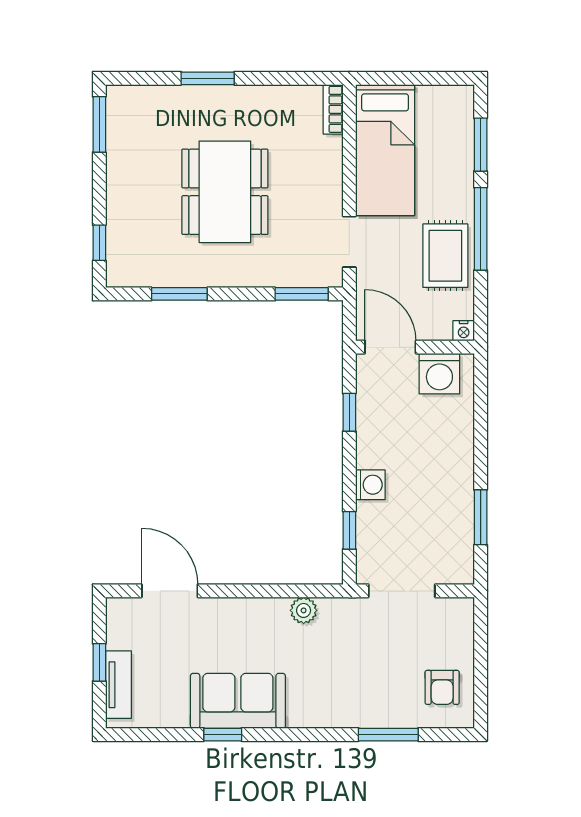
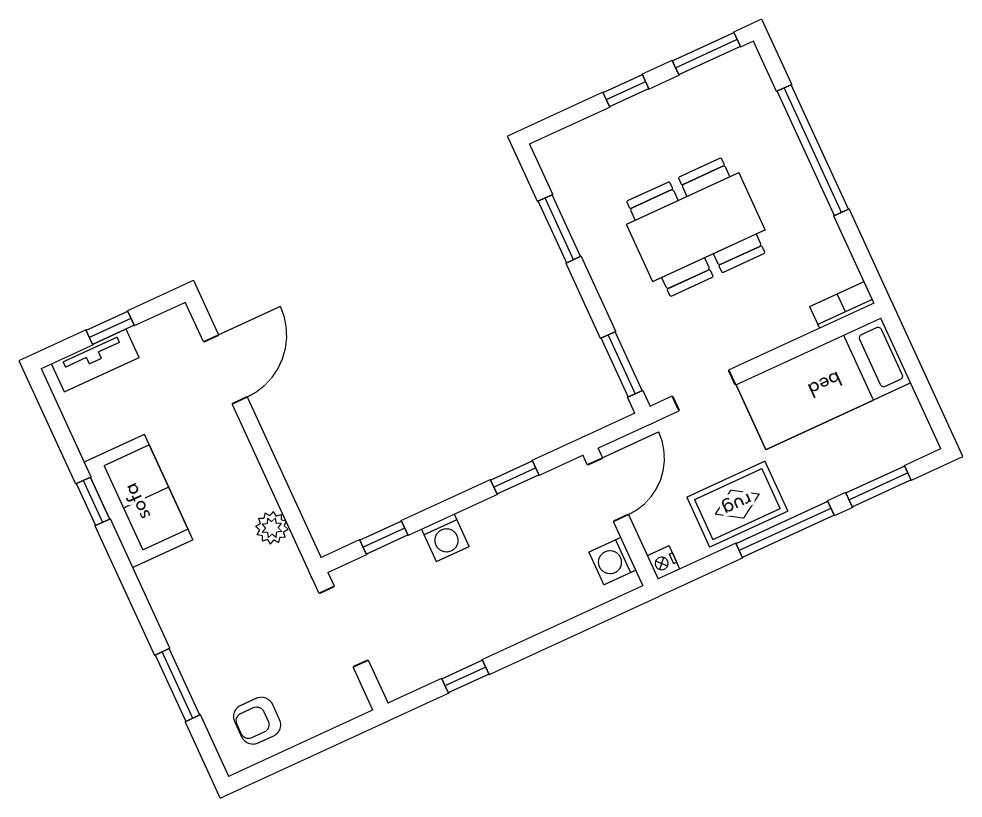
window: (208, 78) -> (813, 150), width x2.11
window: (99, 243) -> (626, 91), moved
washing machine: (439, 374) -> (613, 561), width x0.73, depth x0.73
window: (481, 517) -> (465, 676), width x0.67

